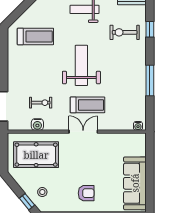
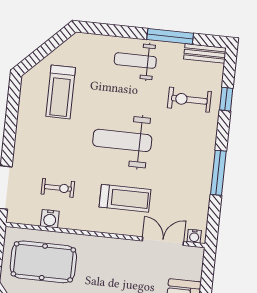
treadmill: (35, 36) -> (61, 92), turned 90
weight bench: (81, 65) -> (122, 140), turned -90
double door: (83, 132) -> (163, 241), moved

